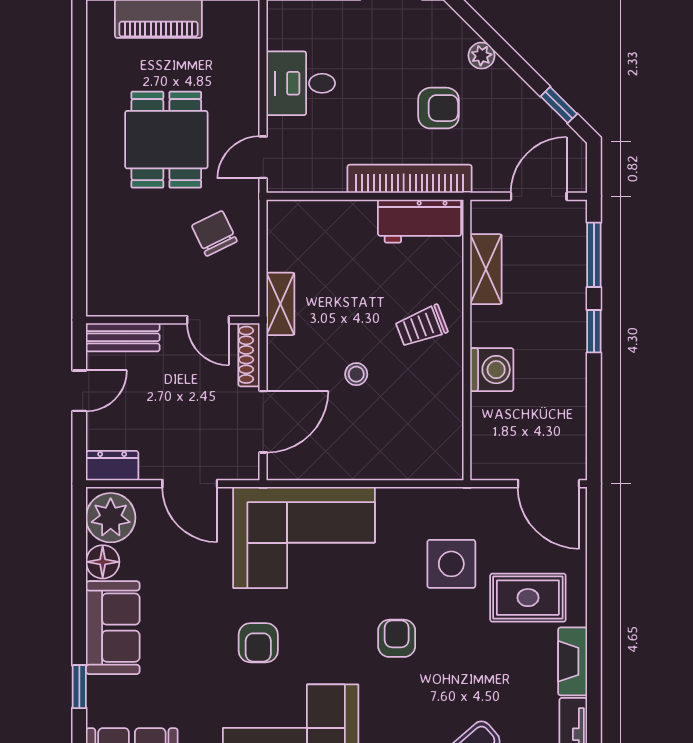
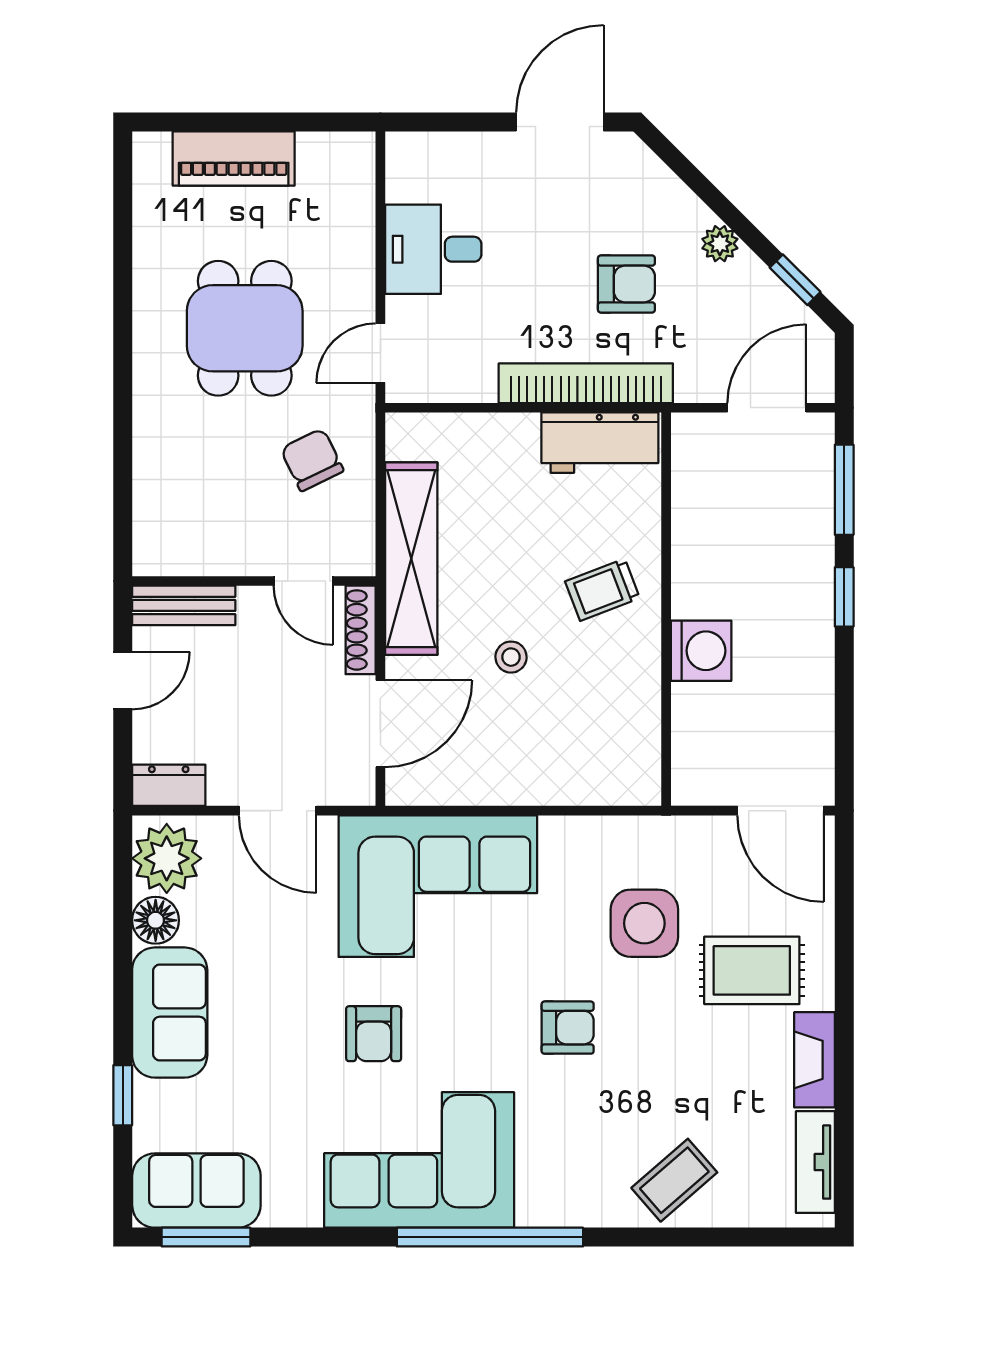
plant: (481, 56) -> (720, 244), moved
shelving: (486, 269) -> (693, 510), removed
shelving: (280, 304) -> (411, 559), width x2.20, depth x1.33
armchair: (397, 638) -> (568, 1028), turned 90

